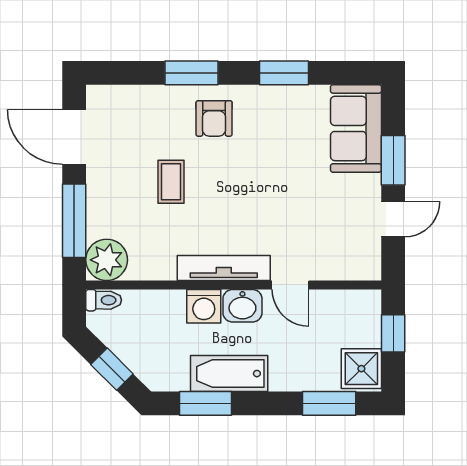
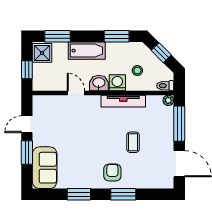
plant: (107, 260) -> (168, 100), width x0.53, depth x0.53
tv unit: (224, 268) -> (123, 101), moved
stool: (162, 332) -> (137, 70), added
bathtub: (229, 374) -> (87, 51), moved

